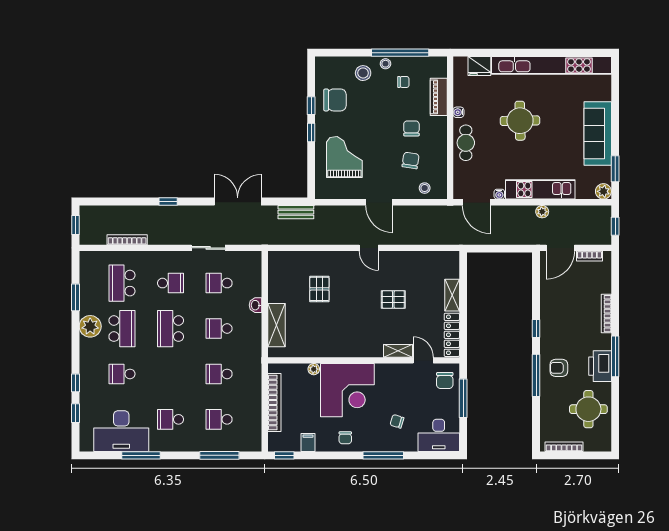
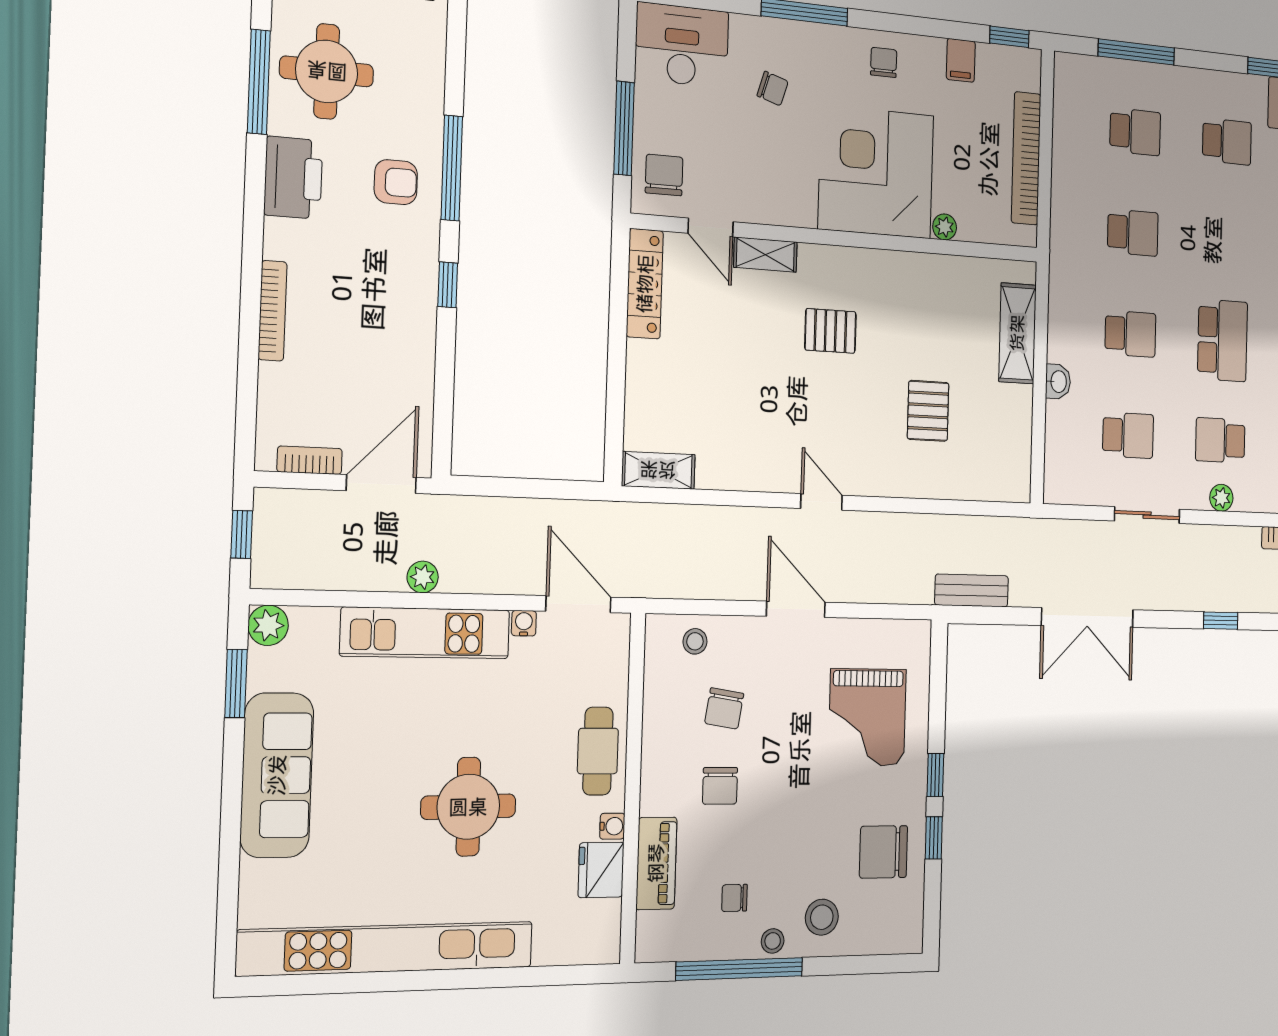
fridge: (479, 66) -> (601, 870), moved, turned -90
plant: (169, 257) -> (1221, 498), added
shelving: (452, 295) -> (658, 470), moved, turned 90
pallet: (393, 299) -> (830, 331), moved
window: (615, 356) -> (259, 82), moved

